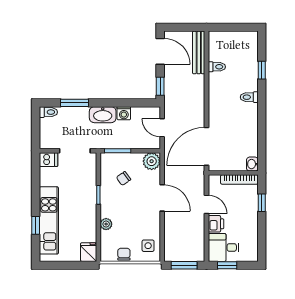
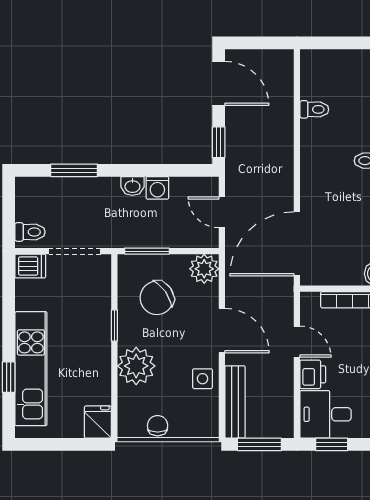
bench: (199, 52) -> (235, 402), moved
toilet: (48, 112) -> (30, 232), moved
washbasin: (103, 115) -> (132, 186), width x0.52, depth x0.69
chair: (124, 178) -> (157, 298), width x1.87, depth x1.87
plant: (106, 224) -> (136, 366), width x1.87, depth x1.87
side table: (148, 246) -> (203, 379), moved

